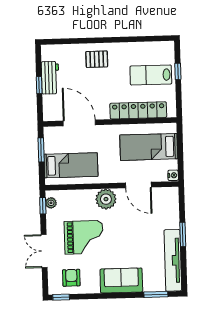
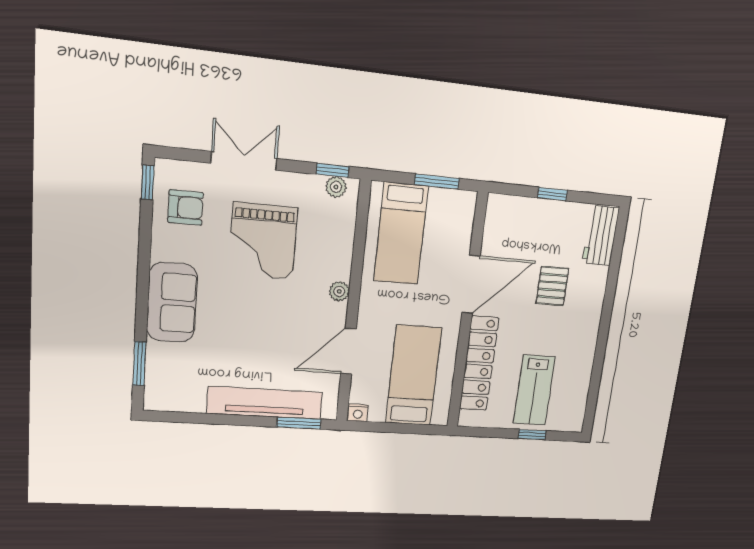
pallet: (97, 59) -> (552, 286), moved
lab bench: (151, 75) -> (534, 390), turned 180
workbench: (50, 78) -> (601, 235), moved, turned 90
door: (79, 123) -> (471, 284), moved
plant: (106, 199) -> (339, 291), width x0.53, depth x0.53
window: (183, 234) -> (299, 423), moved
tv unit: (173, 260) -> (265, 403), moved

